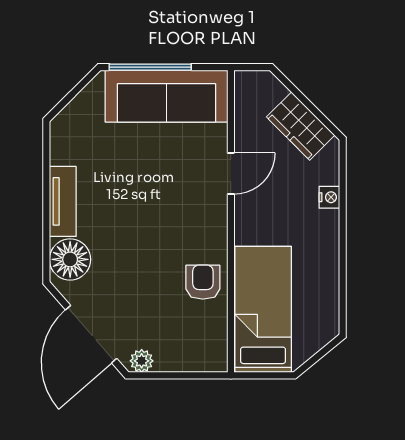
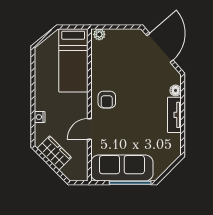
floor lamp: (70, 259) -> (176, 90), width x0.53, depth x0.53
armchair: (203, 282) -> (107, 100), moved
plant: (142, 361) -> (99, 34), moved

